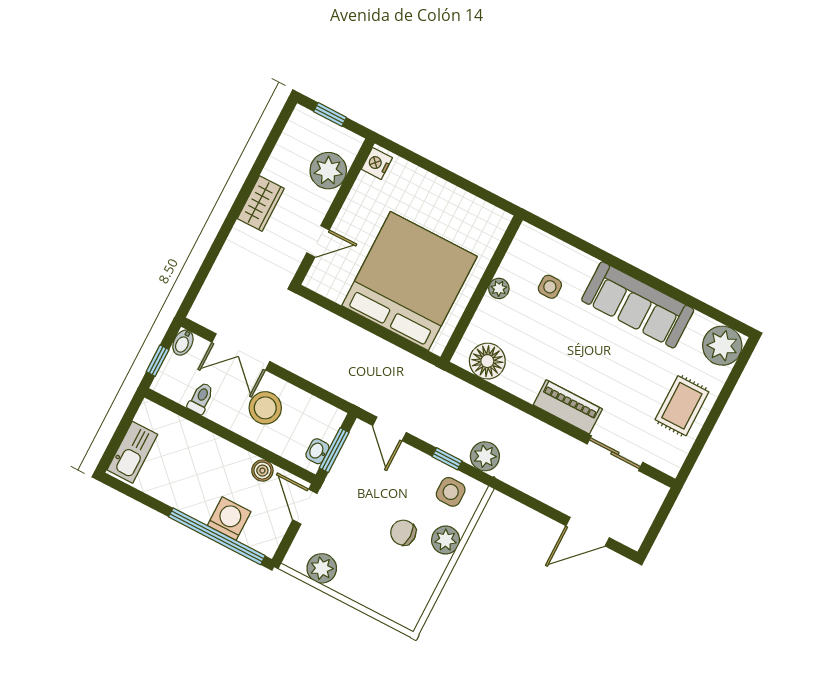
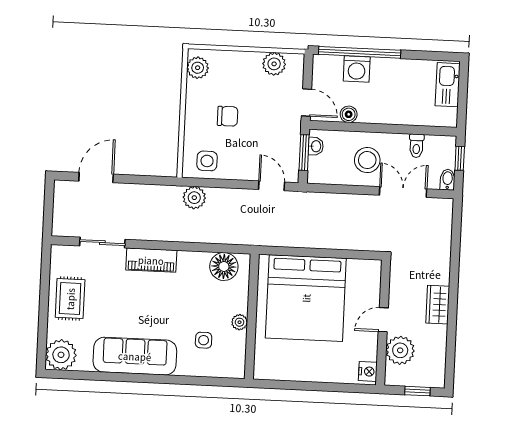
door: (318, 241) -> (383, 320), moved
window: (447, 459) -> (221, 183), removed
plant: (446, 540) -> (198, 68), moved

